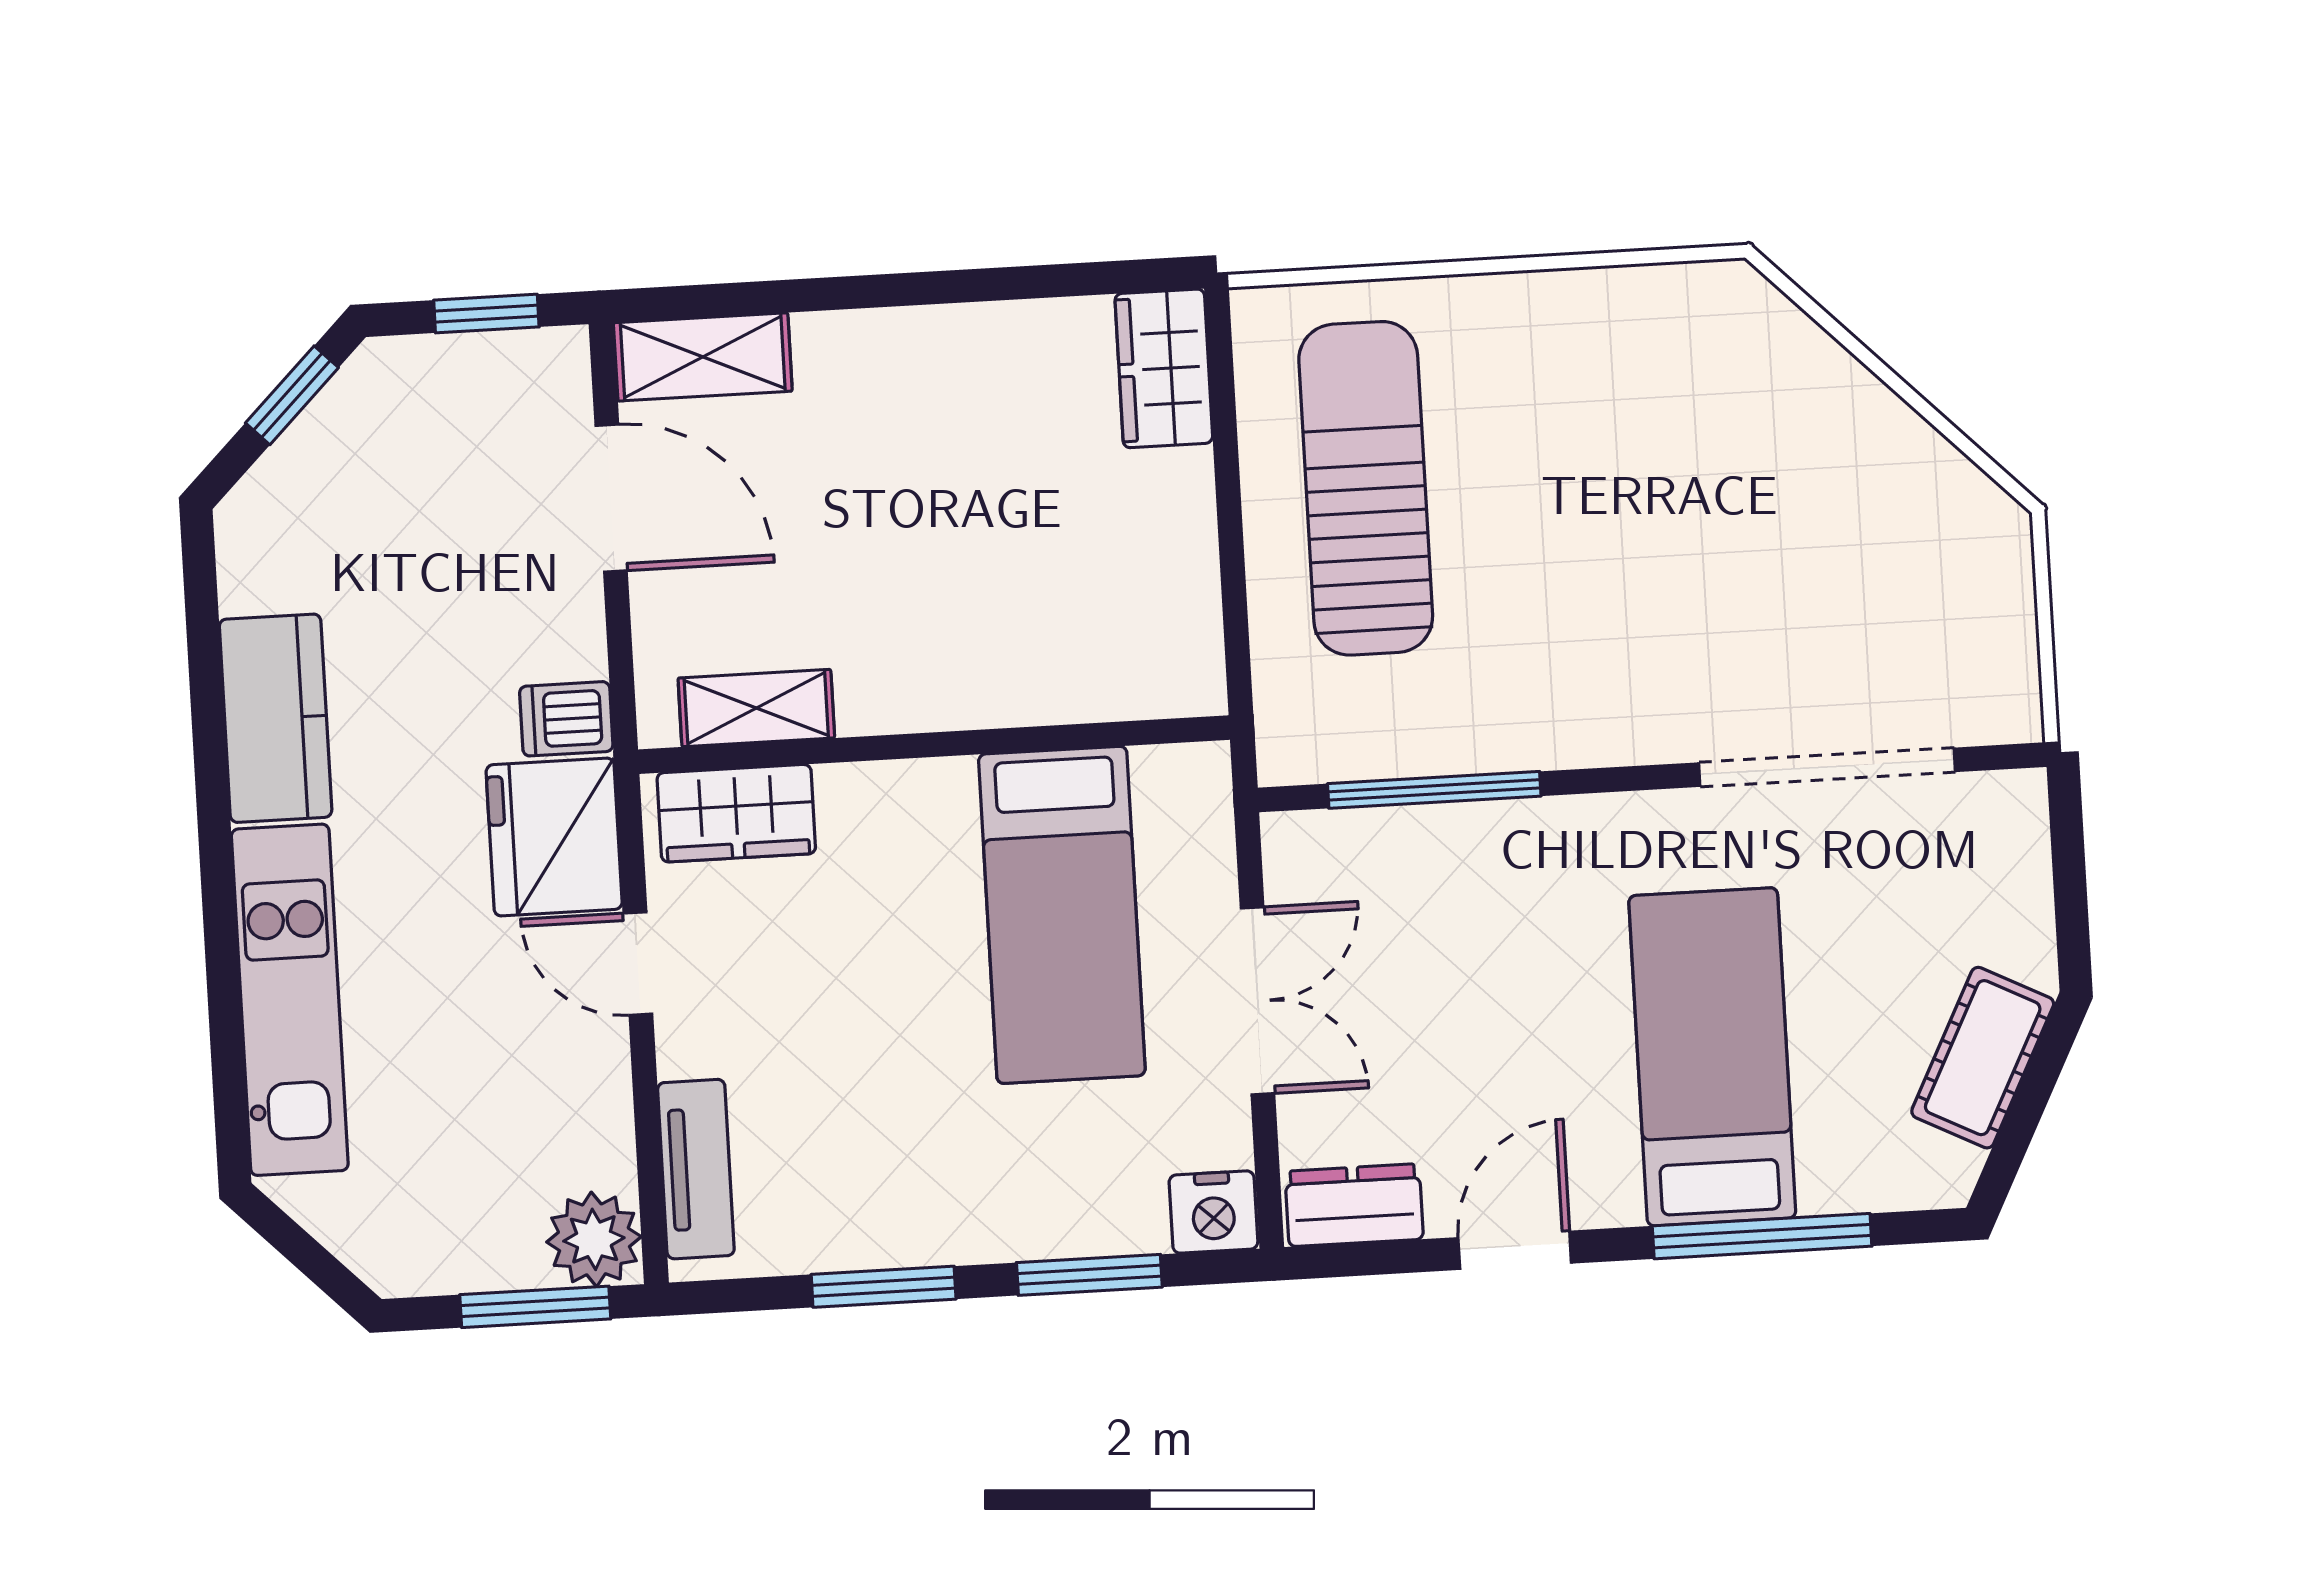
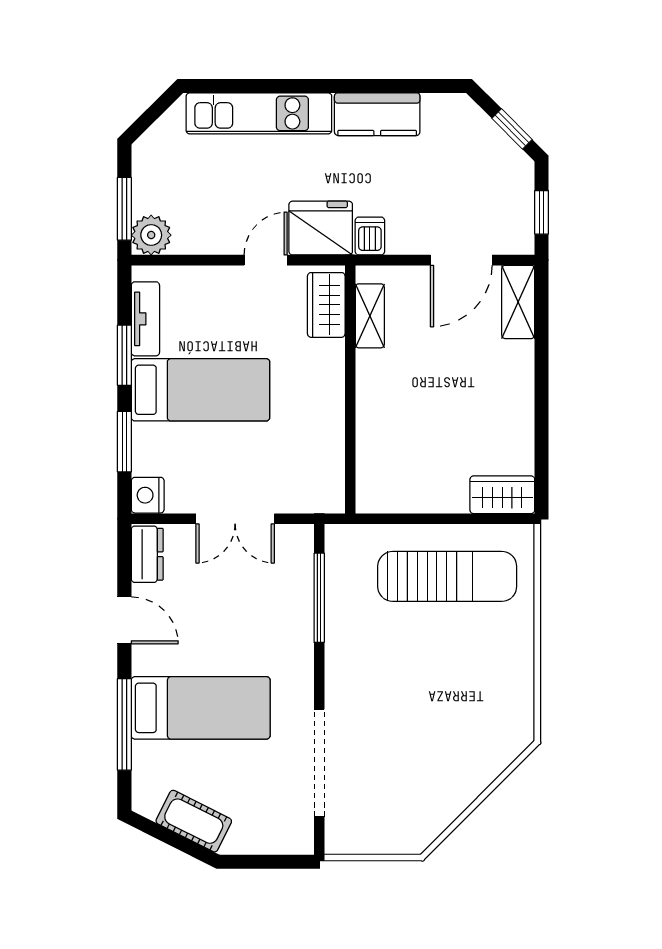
bed: (1062, 915) -> (200, 390), moved, turned 180
tv unit: (696, 1169) -> (145, 319), moved, turned -90

